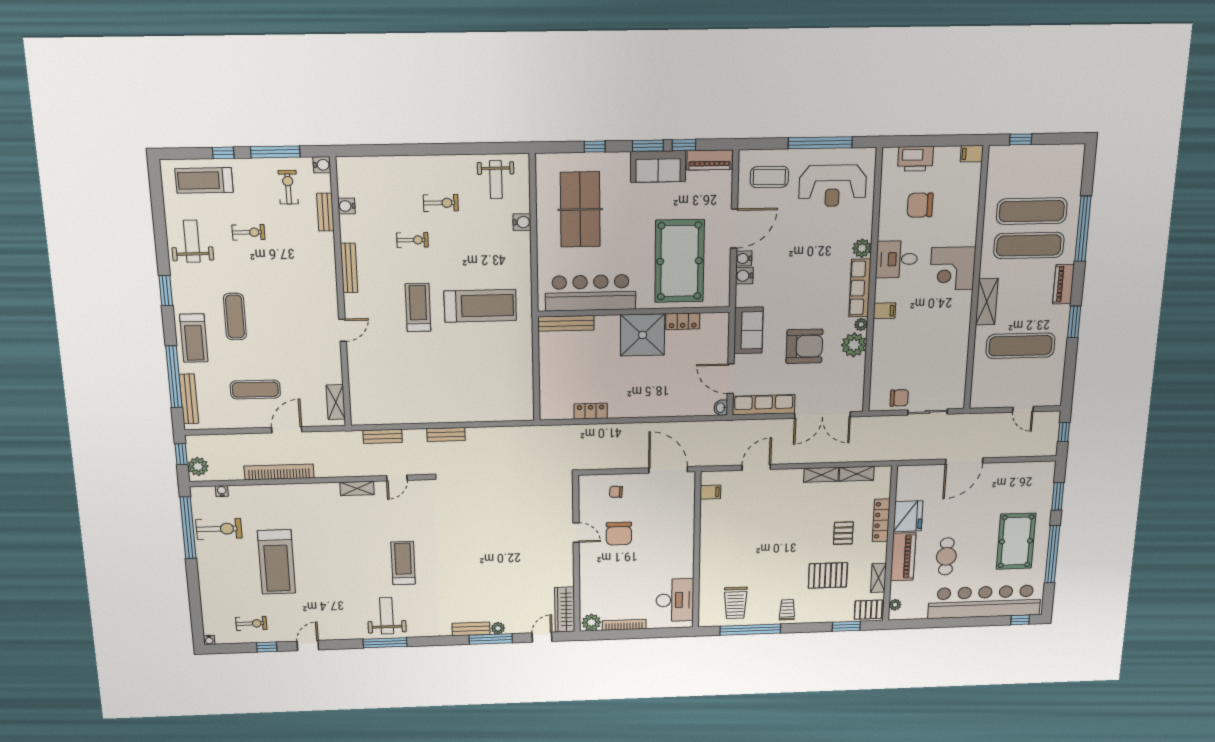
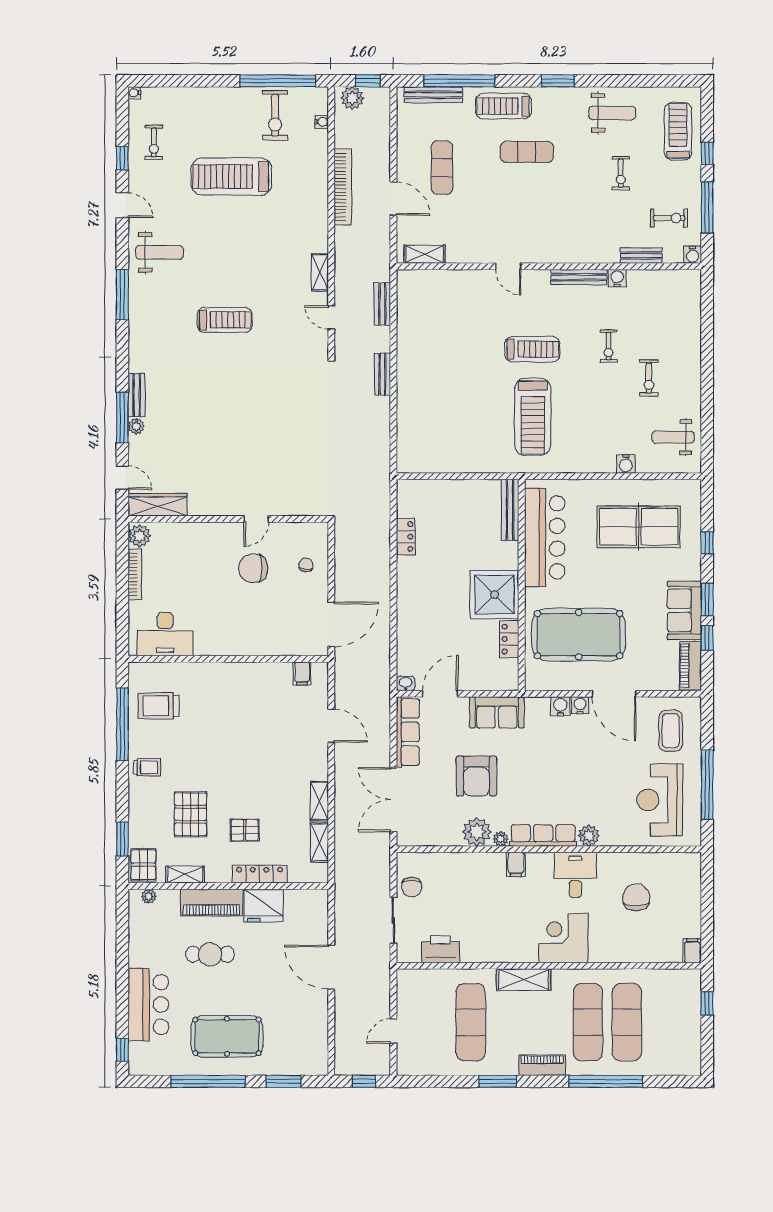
printer: (916, 159) -> (441, 949), moved, turned 90
water cooler: (347, 206) -> (617, 278), moved
bar counter: (985, 602) -> (148, 1004), width x0.54
weight bench: (387, 616) -> (160, 252), moved

